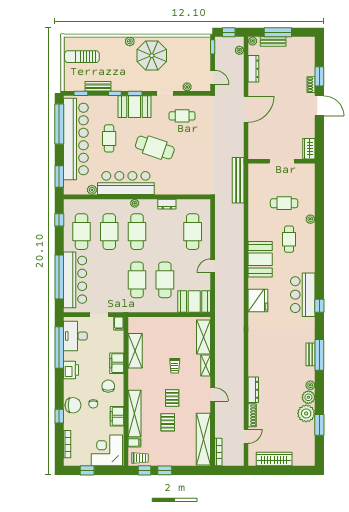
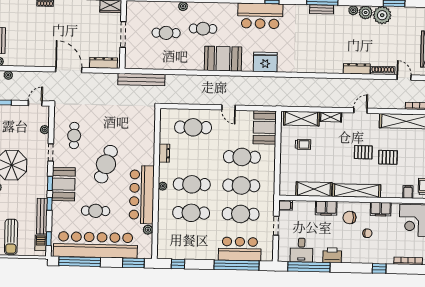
dresser: (253, 69) -> (104, 63), moved
barbecue: (77, 86) -> (41, 243), added
bench: (98, 86) -> (42, 216), width x1.36
cafe table: (284, 203) -> (166, 33), turned 90
cafe table: (81, 232) -> (241, 214), moved
bar counter: (75, 280) -> (240, 249), width x0.73
desk: (75, 336) -> (301, 250), width x0.73
trolley: (175, 366) -> (303, 144), moved
chair: (73, 405) -> (368, 254), removed
shelving: (135, 413) -> (357, 191), moved

